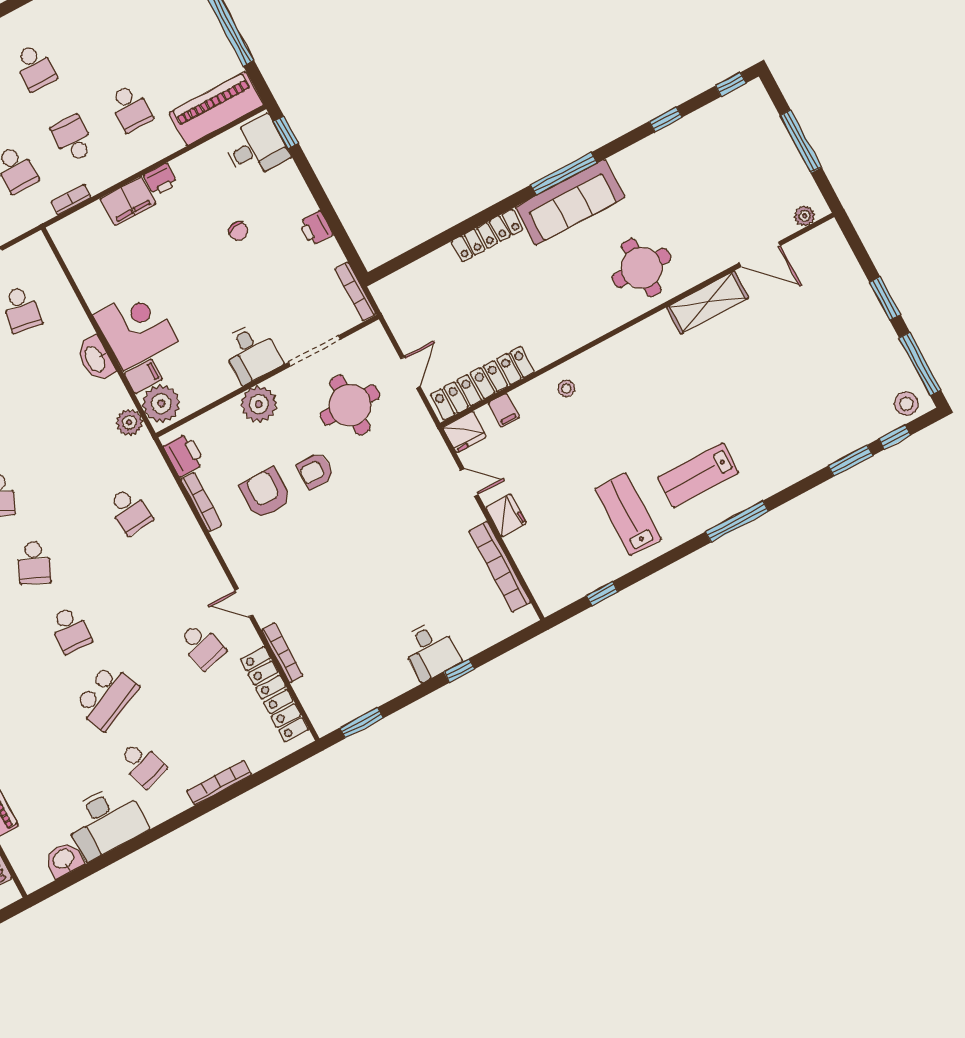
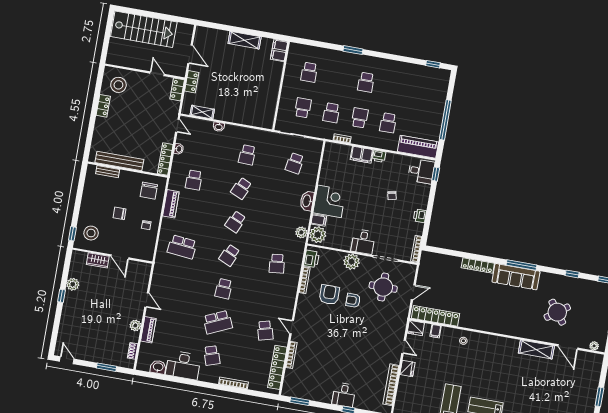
round table: (641, 268) -> (557, 312), moved, turned -36

